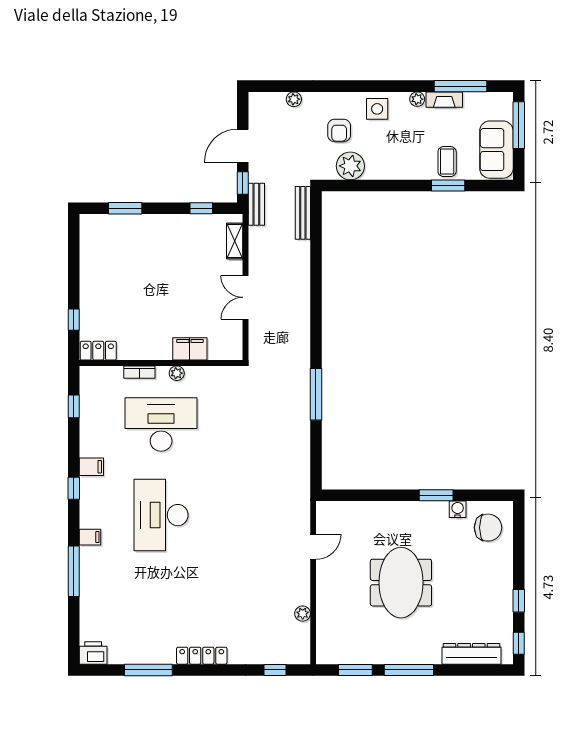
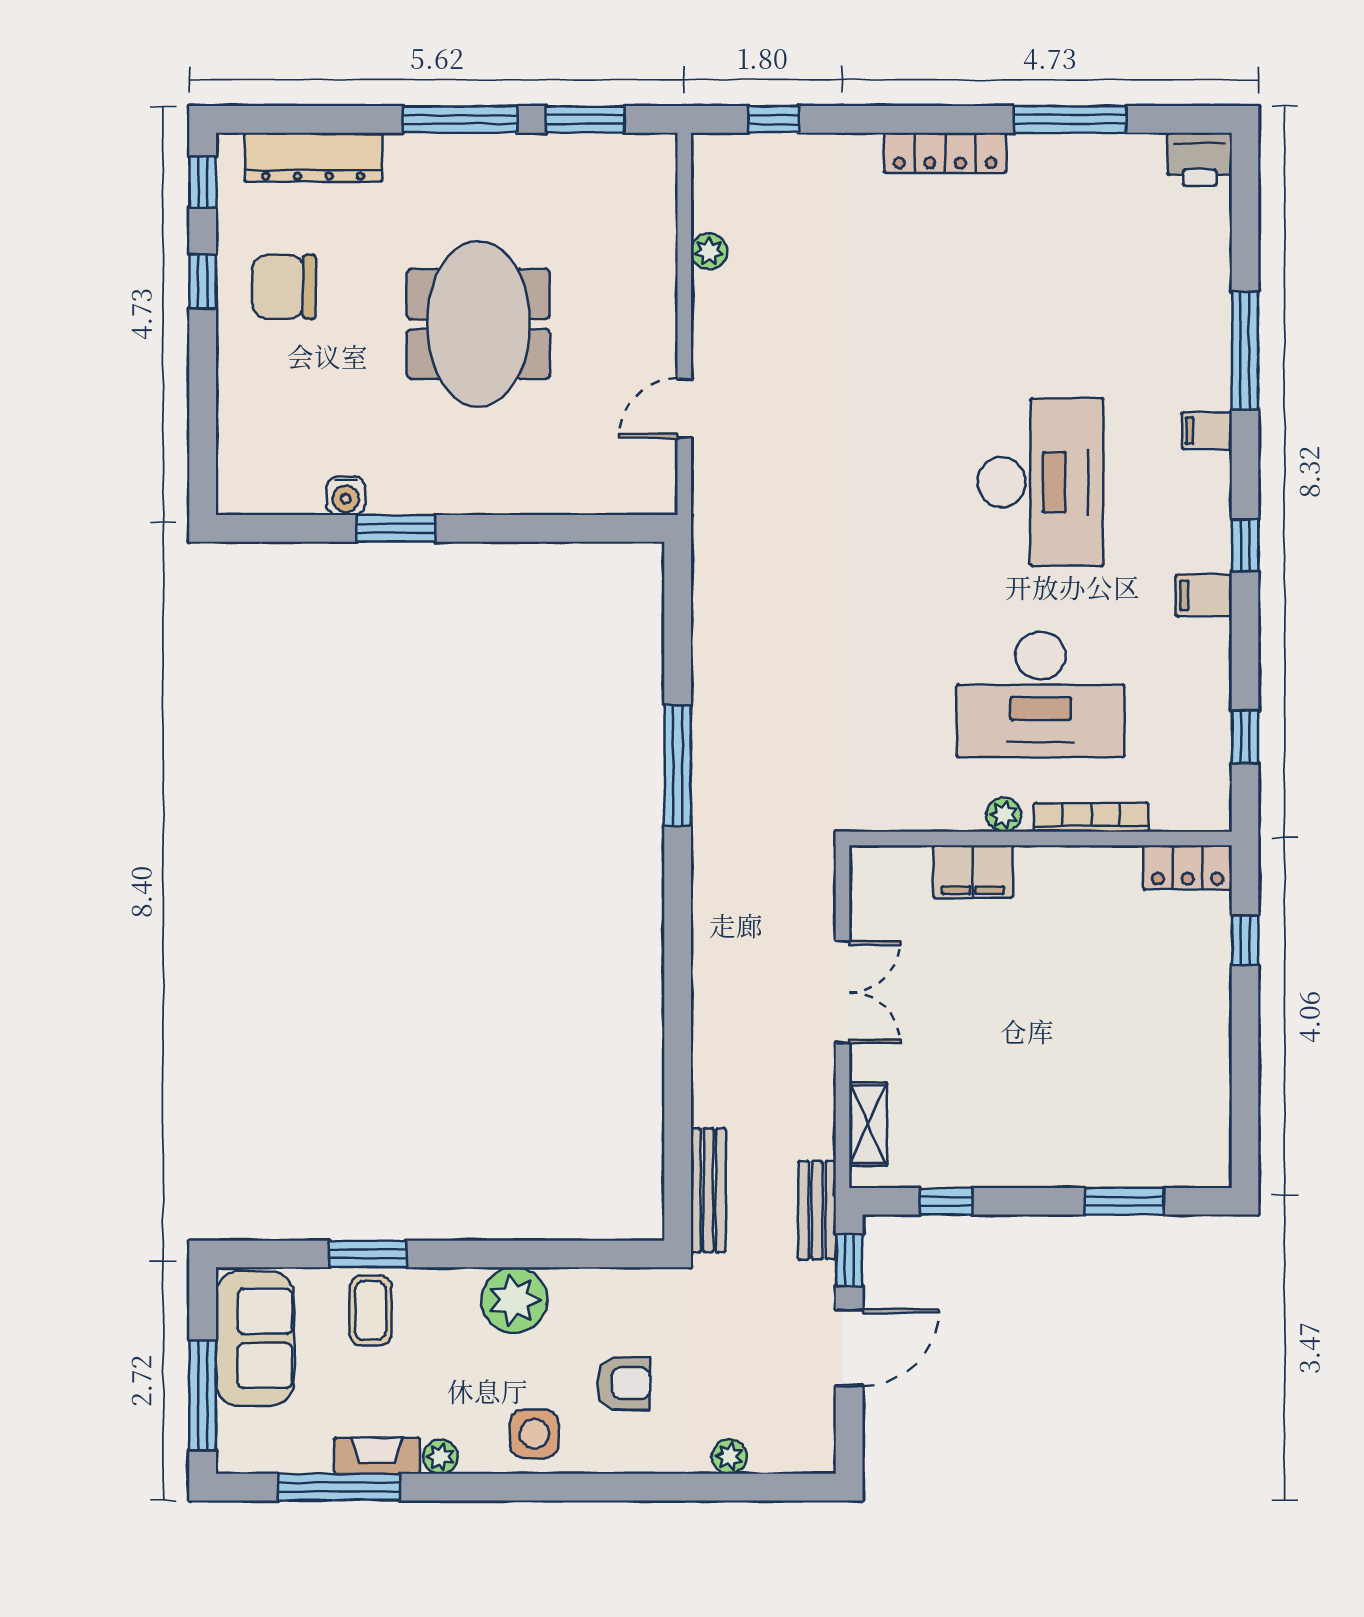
armchair: (339, 130) -> (623, 1383), turned 90
plant: (350, 166) -> (514, 1300), moved
bookcase: (139, 372) -> (1091, 817), width x1.56
chair: (488, 528) -> (284, 287), moved

